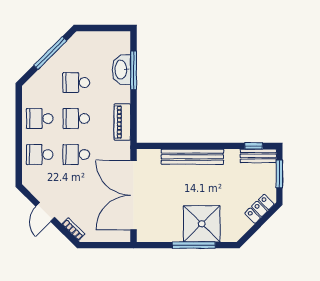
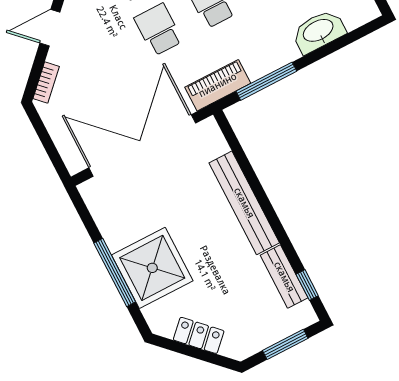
window: (134, 70) -> (266, 81), moved
piano: (122, 122) -> (218, 85), moved
bench: (258, 156) -> (284, 277), moved
locker: (259, 209) -> (199, 335), moved

